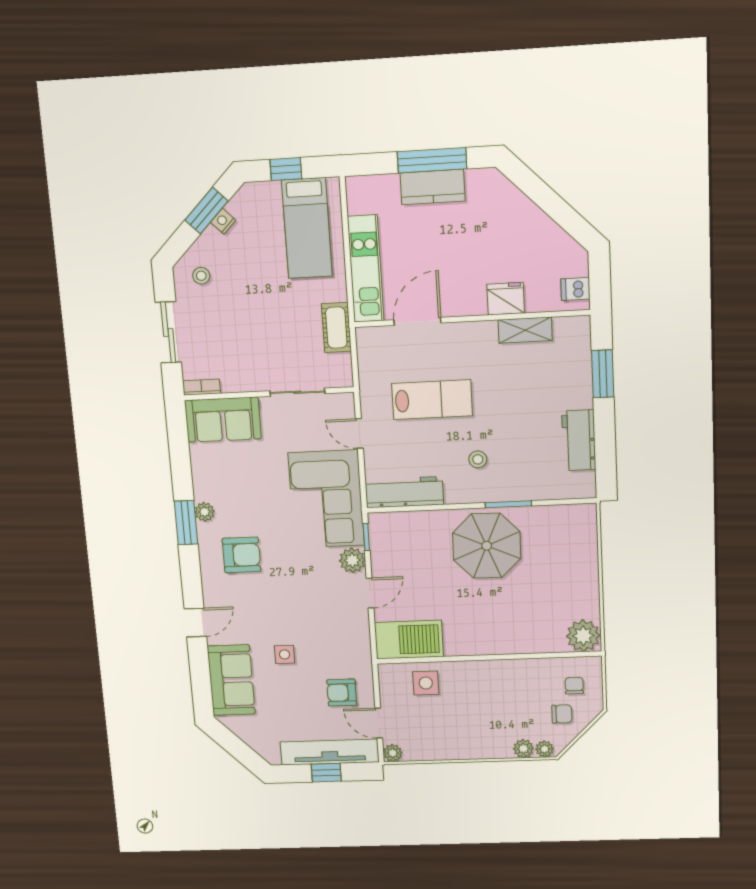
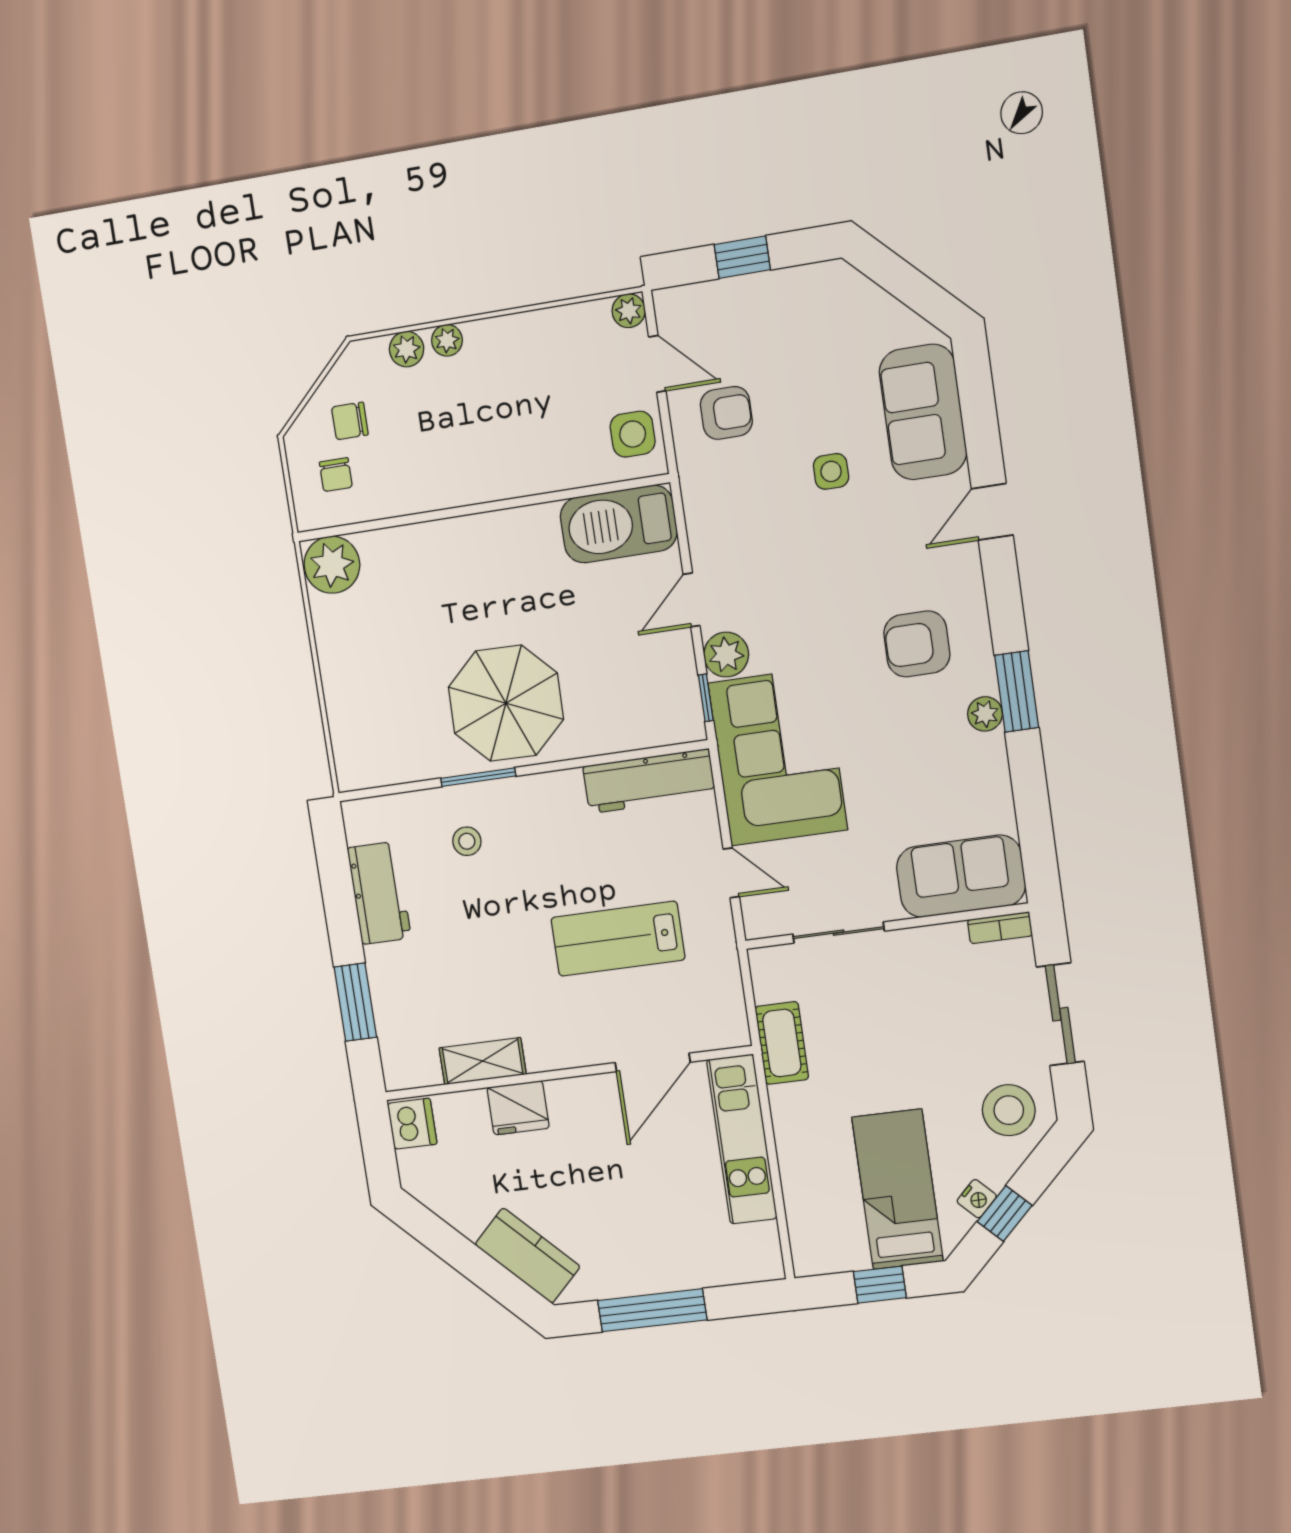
kitchen counter: (433, 187) -> (527, 1256), moved, turned 45
window: (207, 211) -> (1005, 1214), width x0.67
bed: (307, 228) -> (897, 1189), moved
stool: (201, 276) -> (1009, 1110), width x1.89, depth x1.89
dishwasher: (575, 289) -> (412, 1124), width x1.38
stool: (478, 459) -> (467, 841), moved
side table: (426, 683) -> (633, 434), moved
plant: (545, 749) -> (447, 340), moved
tv unit: (330, 752) -> (739, 298), removed

